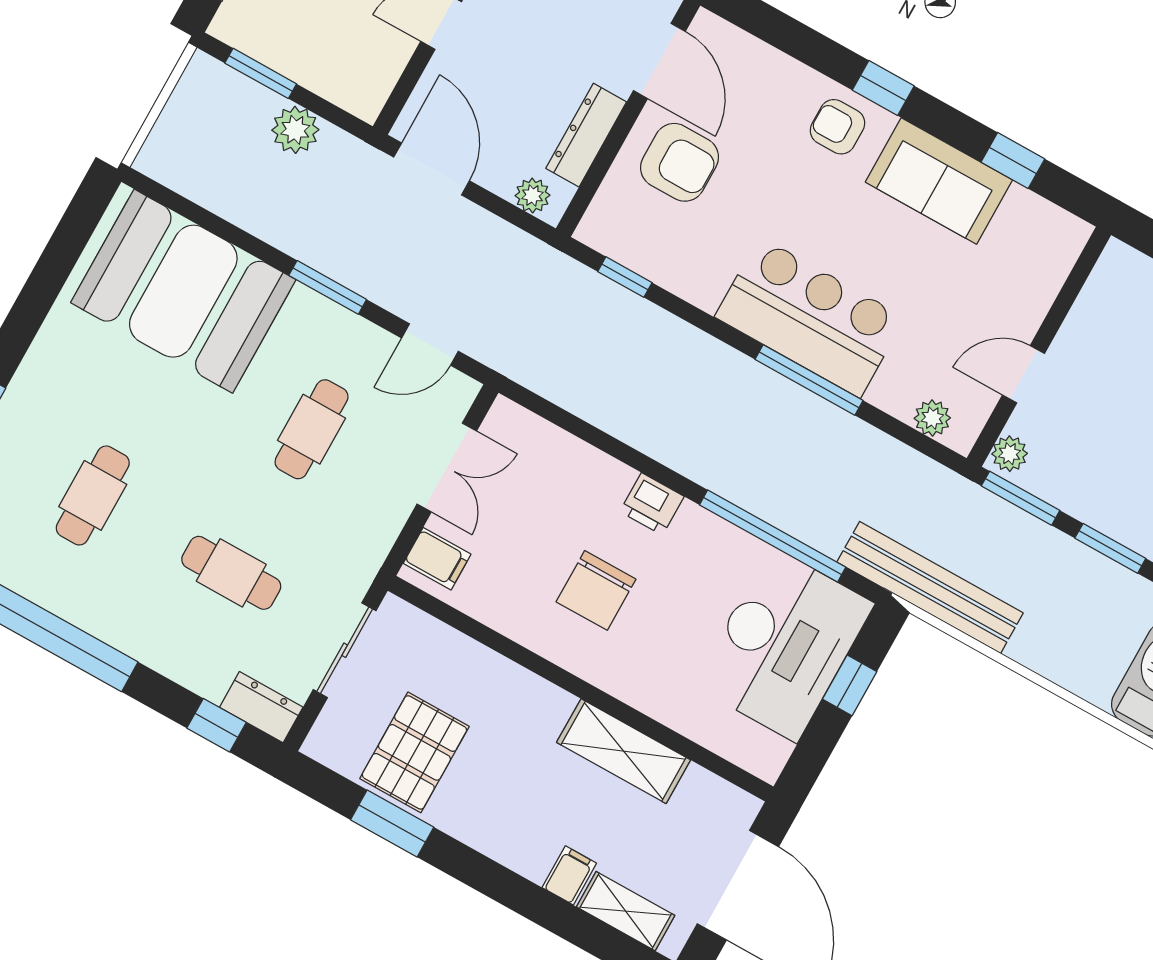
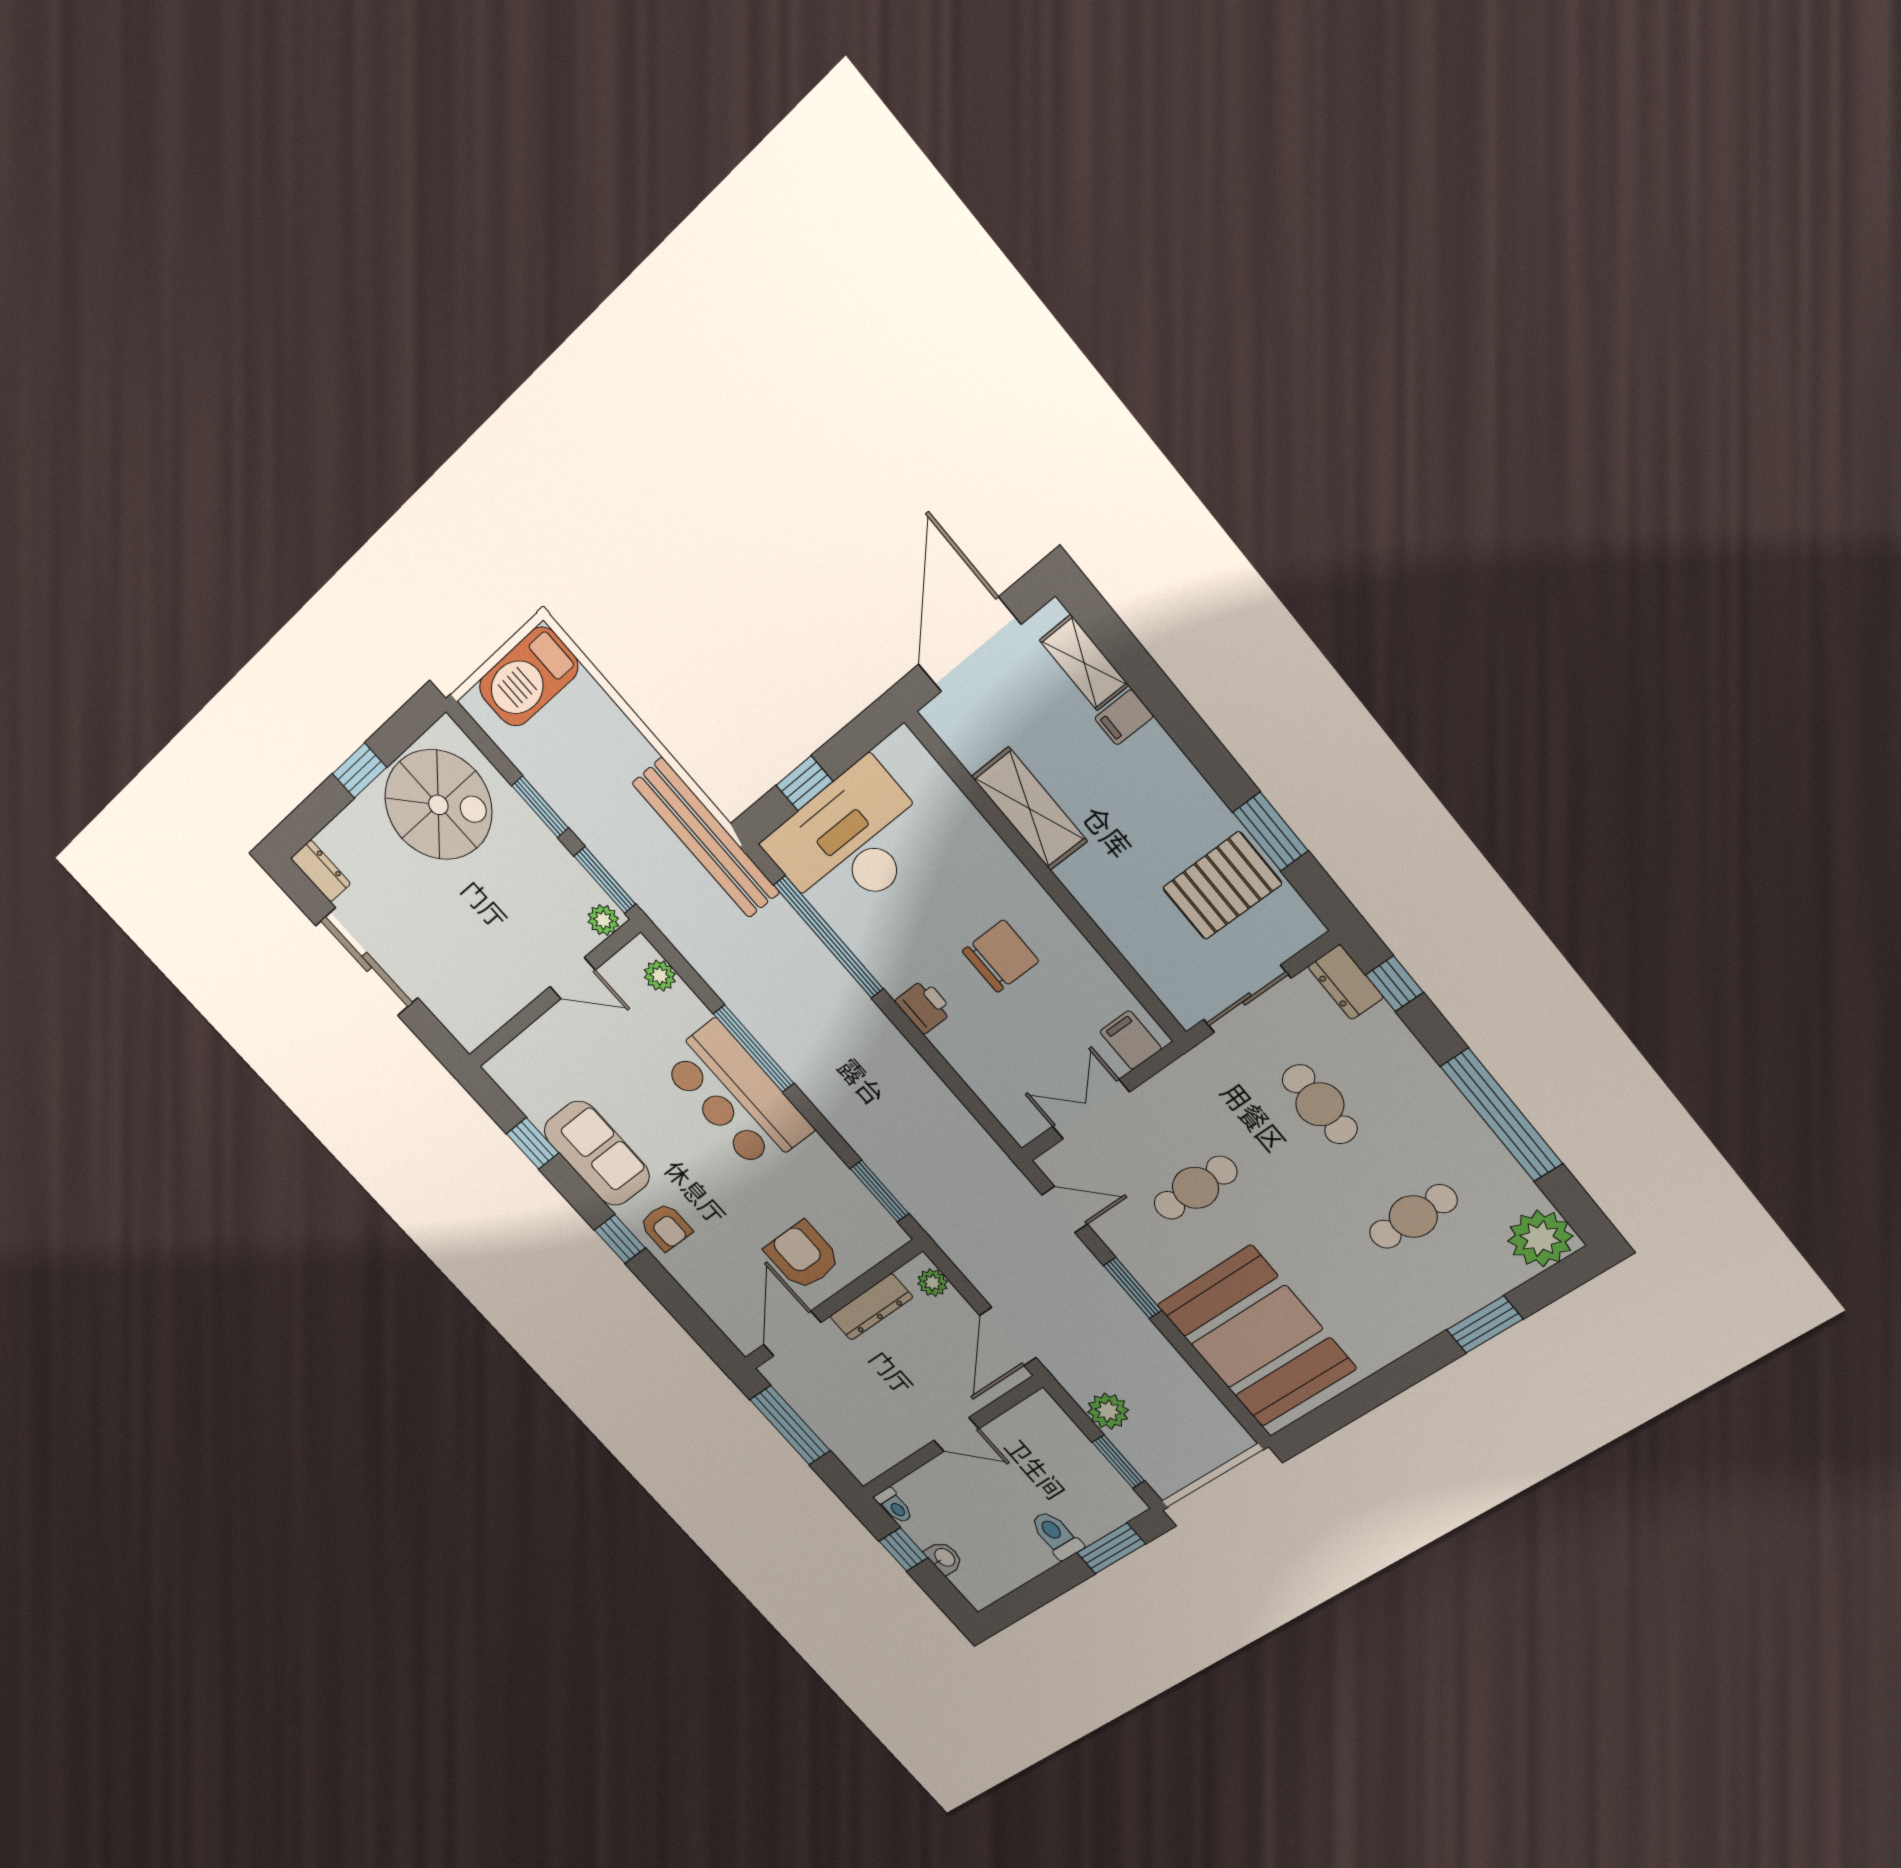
window: (625, 277) -> (880, 1191), width x1.50

